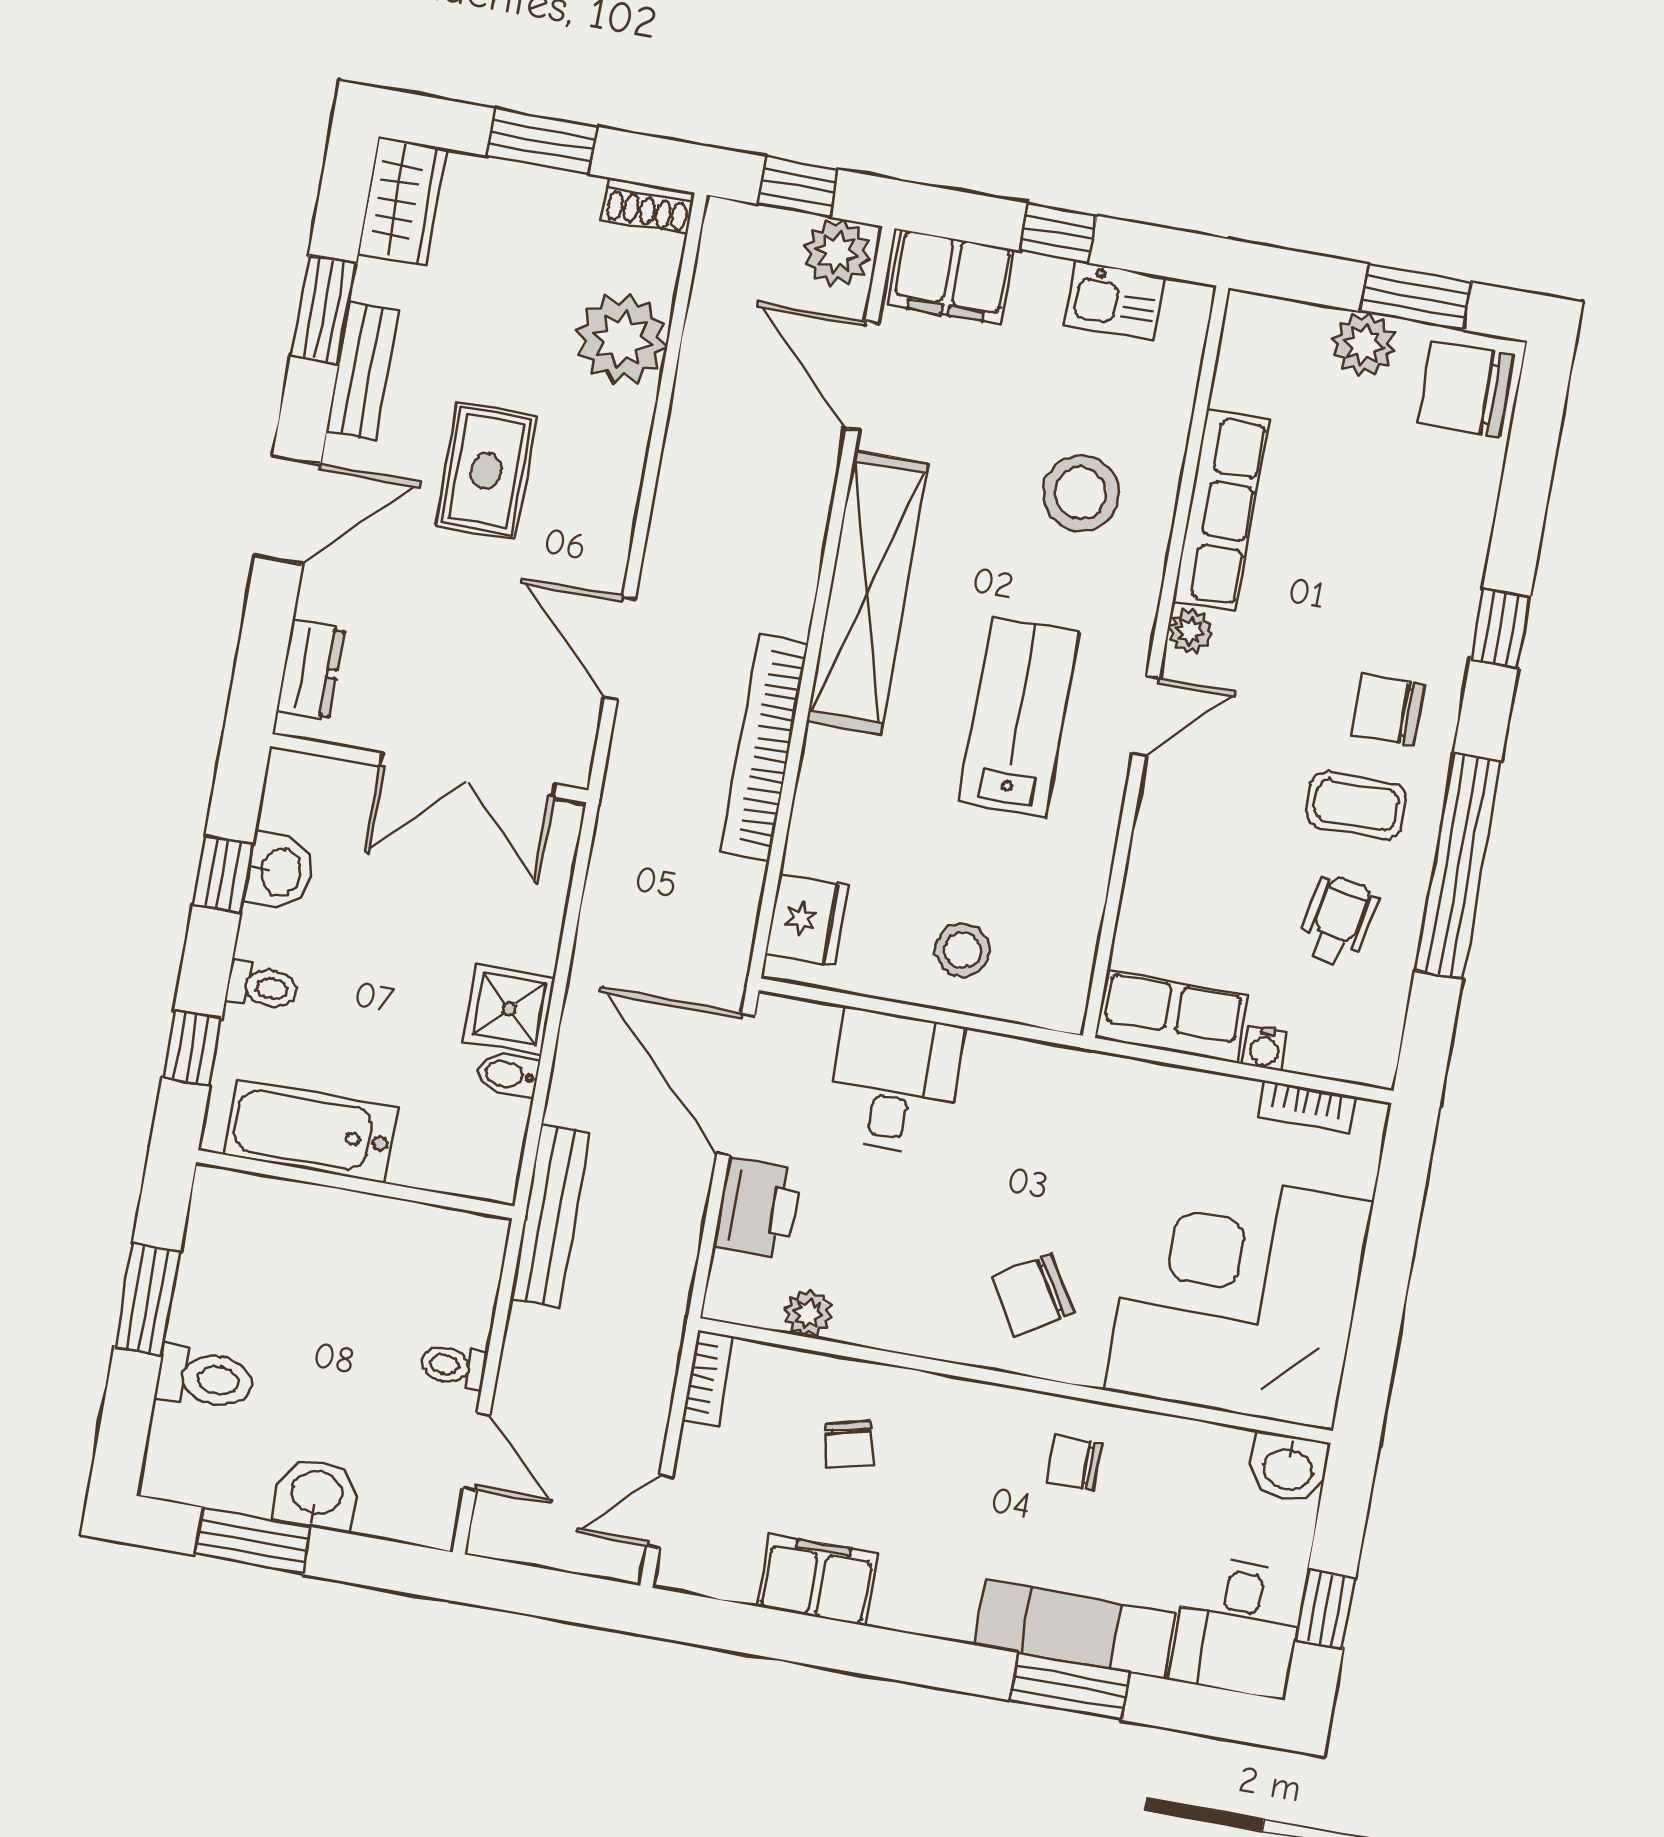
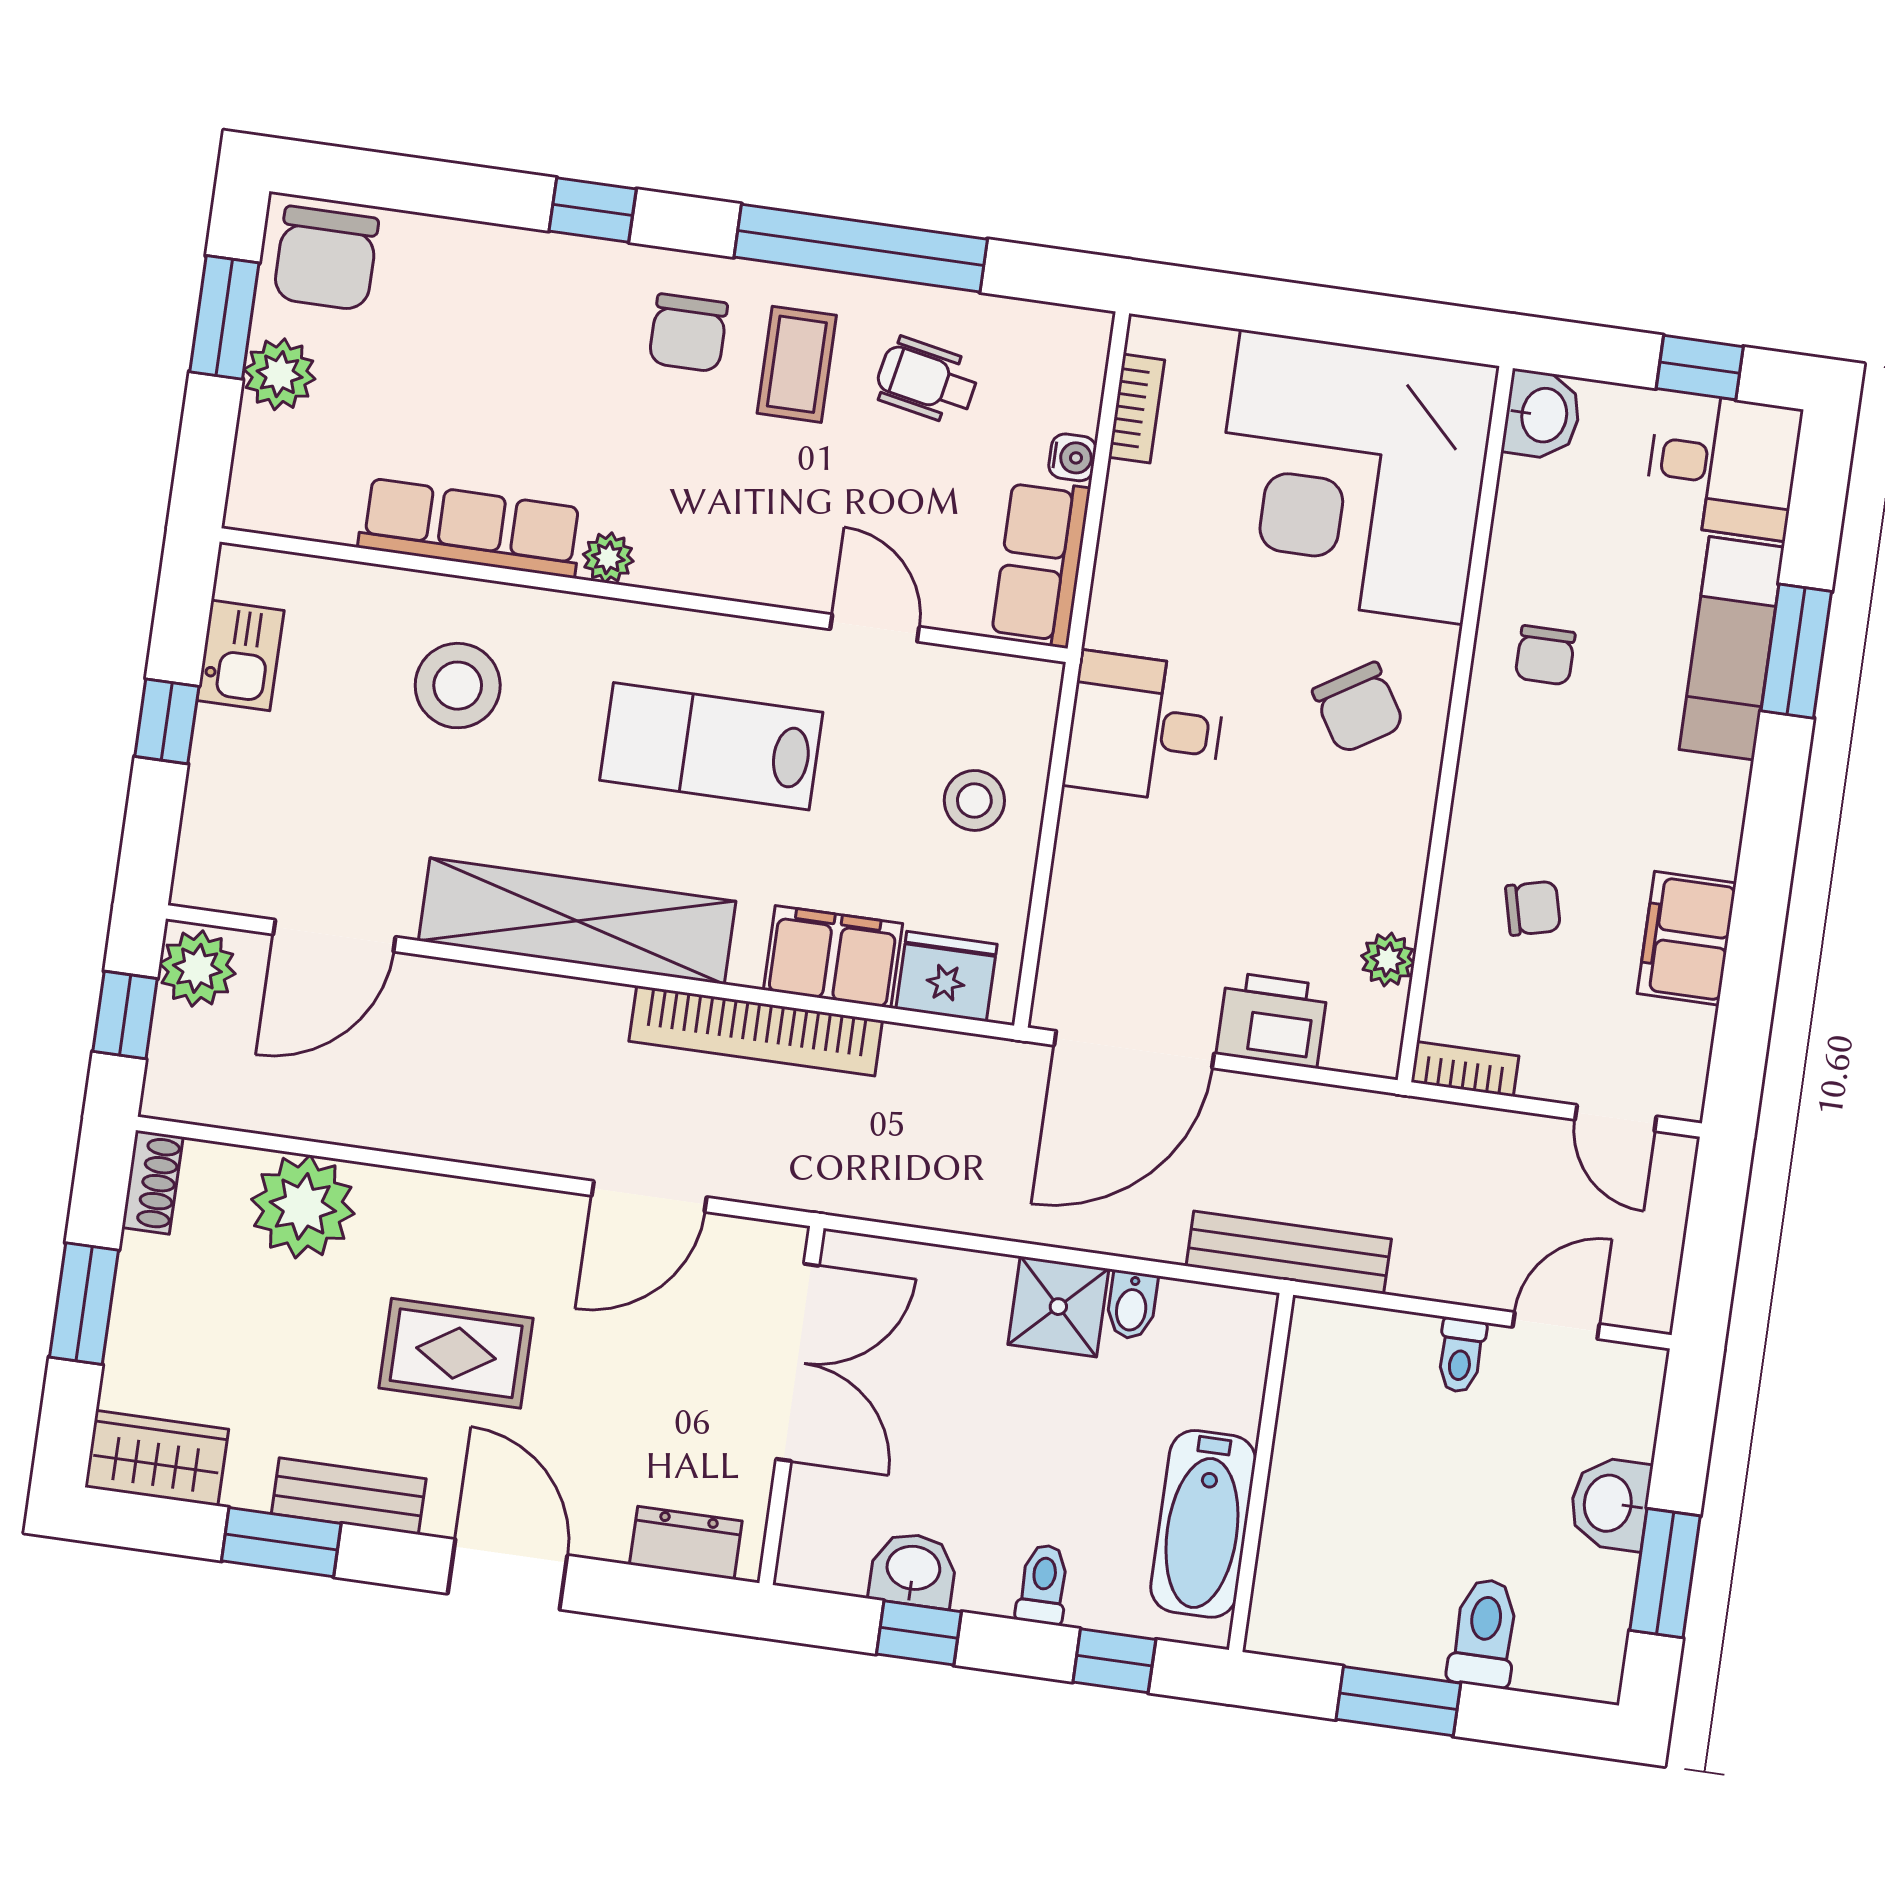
filing cabinet: (951, 277) -> (833, 957), moved, turned -90
door: (1146, 716) -> (875, 628), moved
desk: (894, 1081) -> (1145, 728), moved

